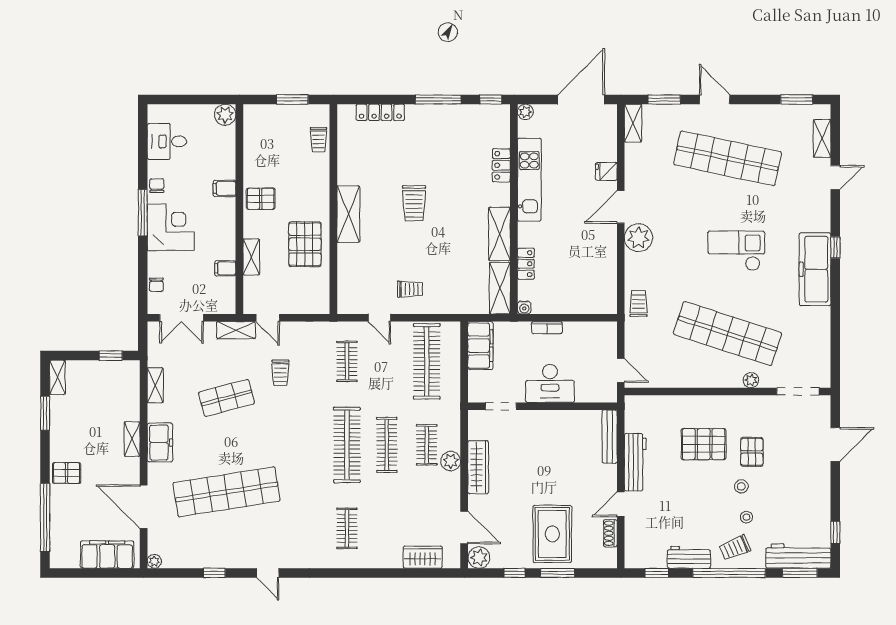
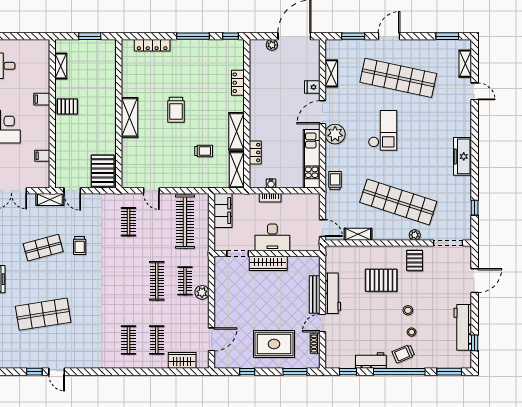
door: (715, 99) -> (389, 36), hinge flipped
plant: (525, 112) -> (272, 45), moved
plant: (225, 115) -> (42, 47), removed
shelving: (633, 123) -> (331, 73), moved
trolley: (318, 140) -> (108, 65), removed
door: (835, 178) -> (475, 91), hinge flipped
kitchen unit: (529, 180) -> (312, 159), moved, turned 180
pallet: (305, 244) -> (103, 171), moved
window: (835, 248) -> (475, 208), moved
checkout: (736, 251) -> (383, 130), moved, turned 90
shelving: (251, 257) -> (61, 66), moved
freezer: (815, 269) -> (462, 156), width x0.73, depth x0.79
trolley: (410, 289) -> (204, 151), moved
water cooler: (524, 307) -> (271, 183), moved
trolley: (280, 373) -> (80, 246), moved
shelving: (671, 379) -> (358, 234), added
bench: (610, 437) -> (315, 294), moved
clothes rail: (347, 445) -> (157, 340), moved, width x0.54, depth x0.76
pallet: (752, 452) -> (415, 260), moved
wardrobe: (478, 467) -> (268, 263), moved, turned 90
shop shelf: (227, 492) -> (43, 314), width x0.71
door: (464, 527) -> (212, 339), hinge flipped
rug: (552, 534) -> (274, 344), turned 90
workbench: (798, 556) -> (463, 327), moved, turned -90
plant: (479, 558) -> (222, 361), removed
door: (268, 573) -> (57, 372), moved
window: (558, 573) -> (295, 372), moved

